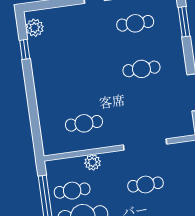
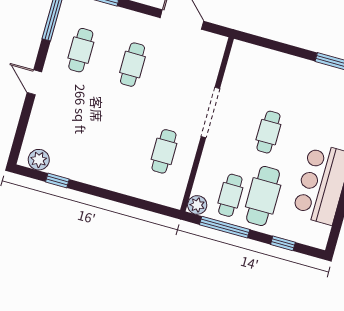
doorway: (145, 144) -> (210, 112), moved
plant: (93, 162) -> (197, 205), moved
cafe table: (145, 184) -> (268, 132), moved

